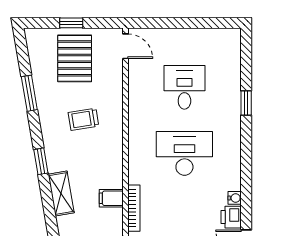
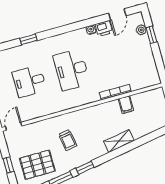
pallet: (75, 58) -> (37, 165), moved
window: (41, 161) -> (85, 168), moved
filing cabinet: (111, 198) -> (126, 105), moved

